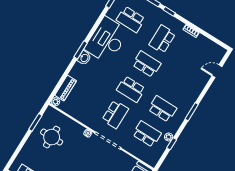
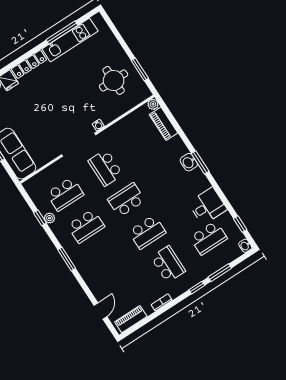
school desk: (131, 19) -> (209, 238), turned 180
desk: (107, 40) -> (208, 206), width x0.53, depth x0.77
piano: (213, 47) -> (131, 319), added

